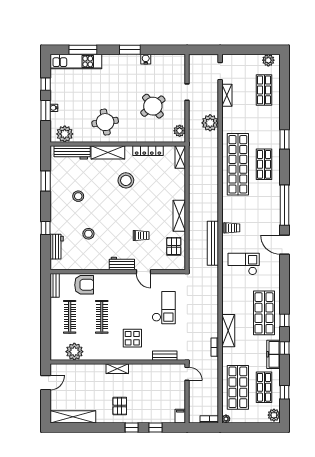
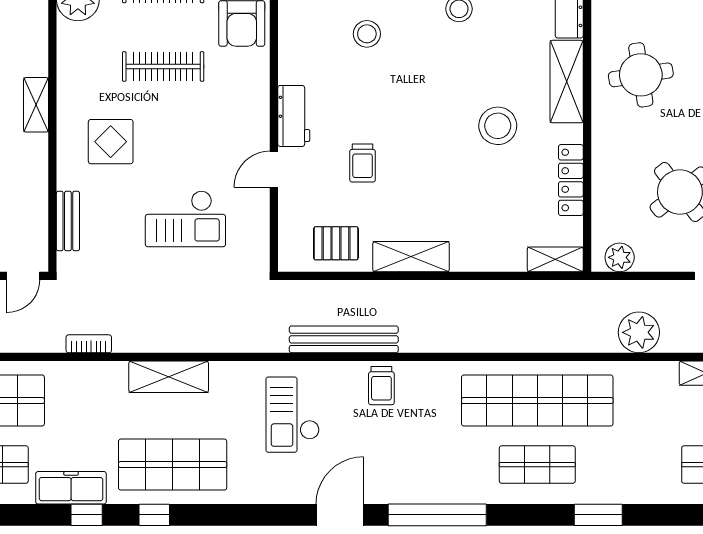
checkout: (244, 264) -> (293, 415), turned 180
shelving: (228, 331) -> (169, 377), moved

